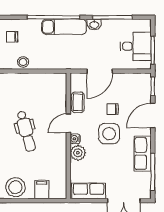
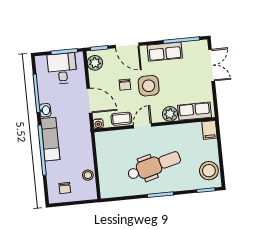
plant: (138, 81) -> (95, 63), added
door: (68, 123) -> (143, 126), swing flipped
dental chair: (26, 131) -> (154, 166), width x1.36, depth x1.38
water cooler: (75, 139) -> (98, 124), moved
filing cabinet: (42, 190) -> (209, 130), moved, turned -90
row of seats: (89, 191) -> (195, 111), moved, turned 90

